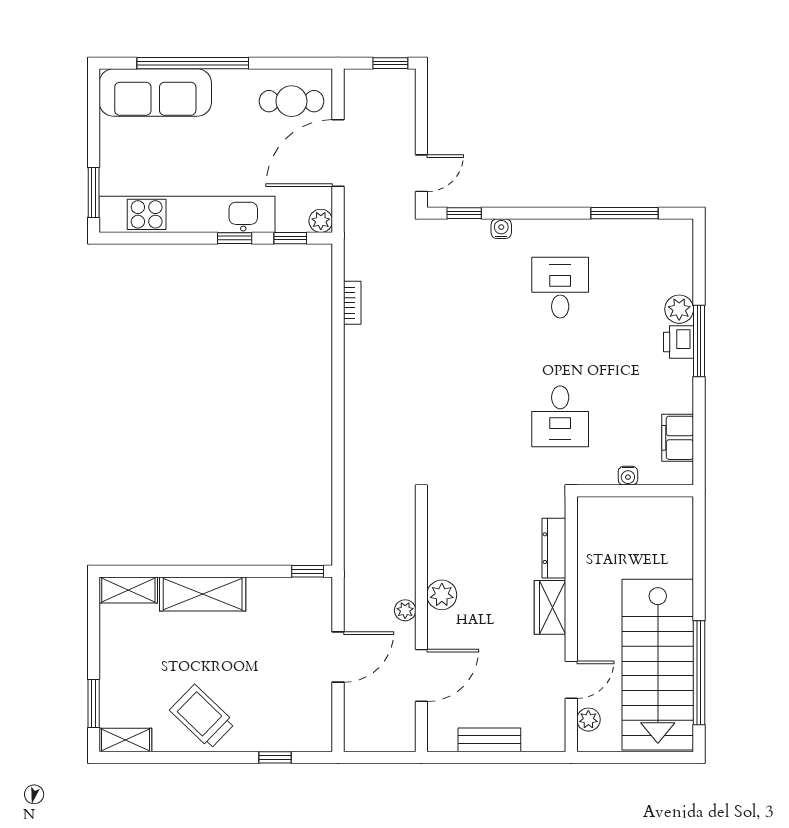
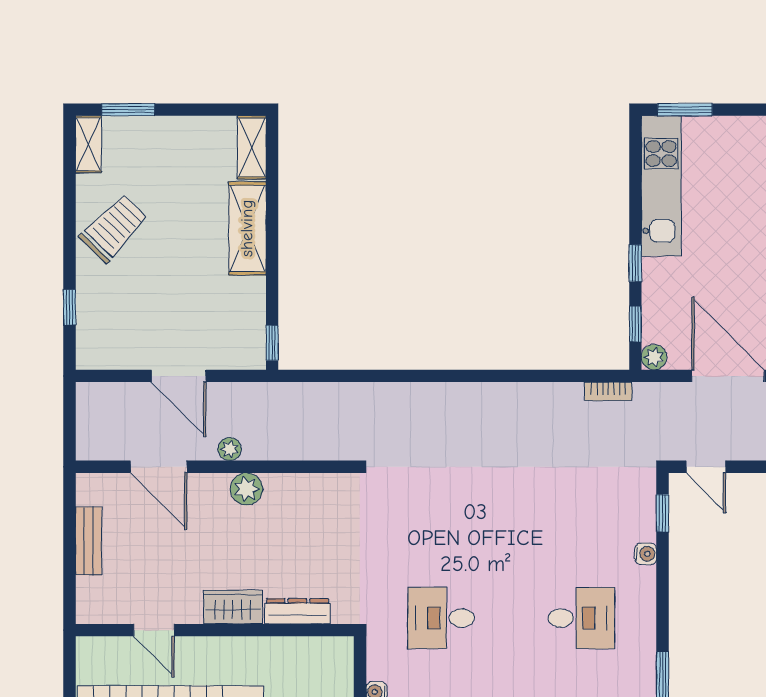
kitchen unit: (187, 214) -> (661, 186), width x0.73
bookcase: (352, 303) -> (608, 391), moved
plant: (588, 720) -> (111, 649), removed

